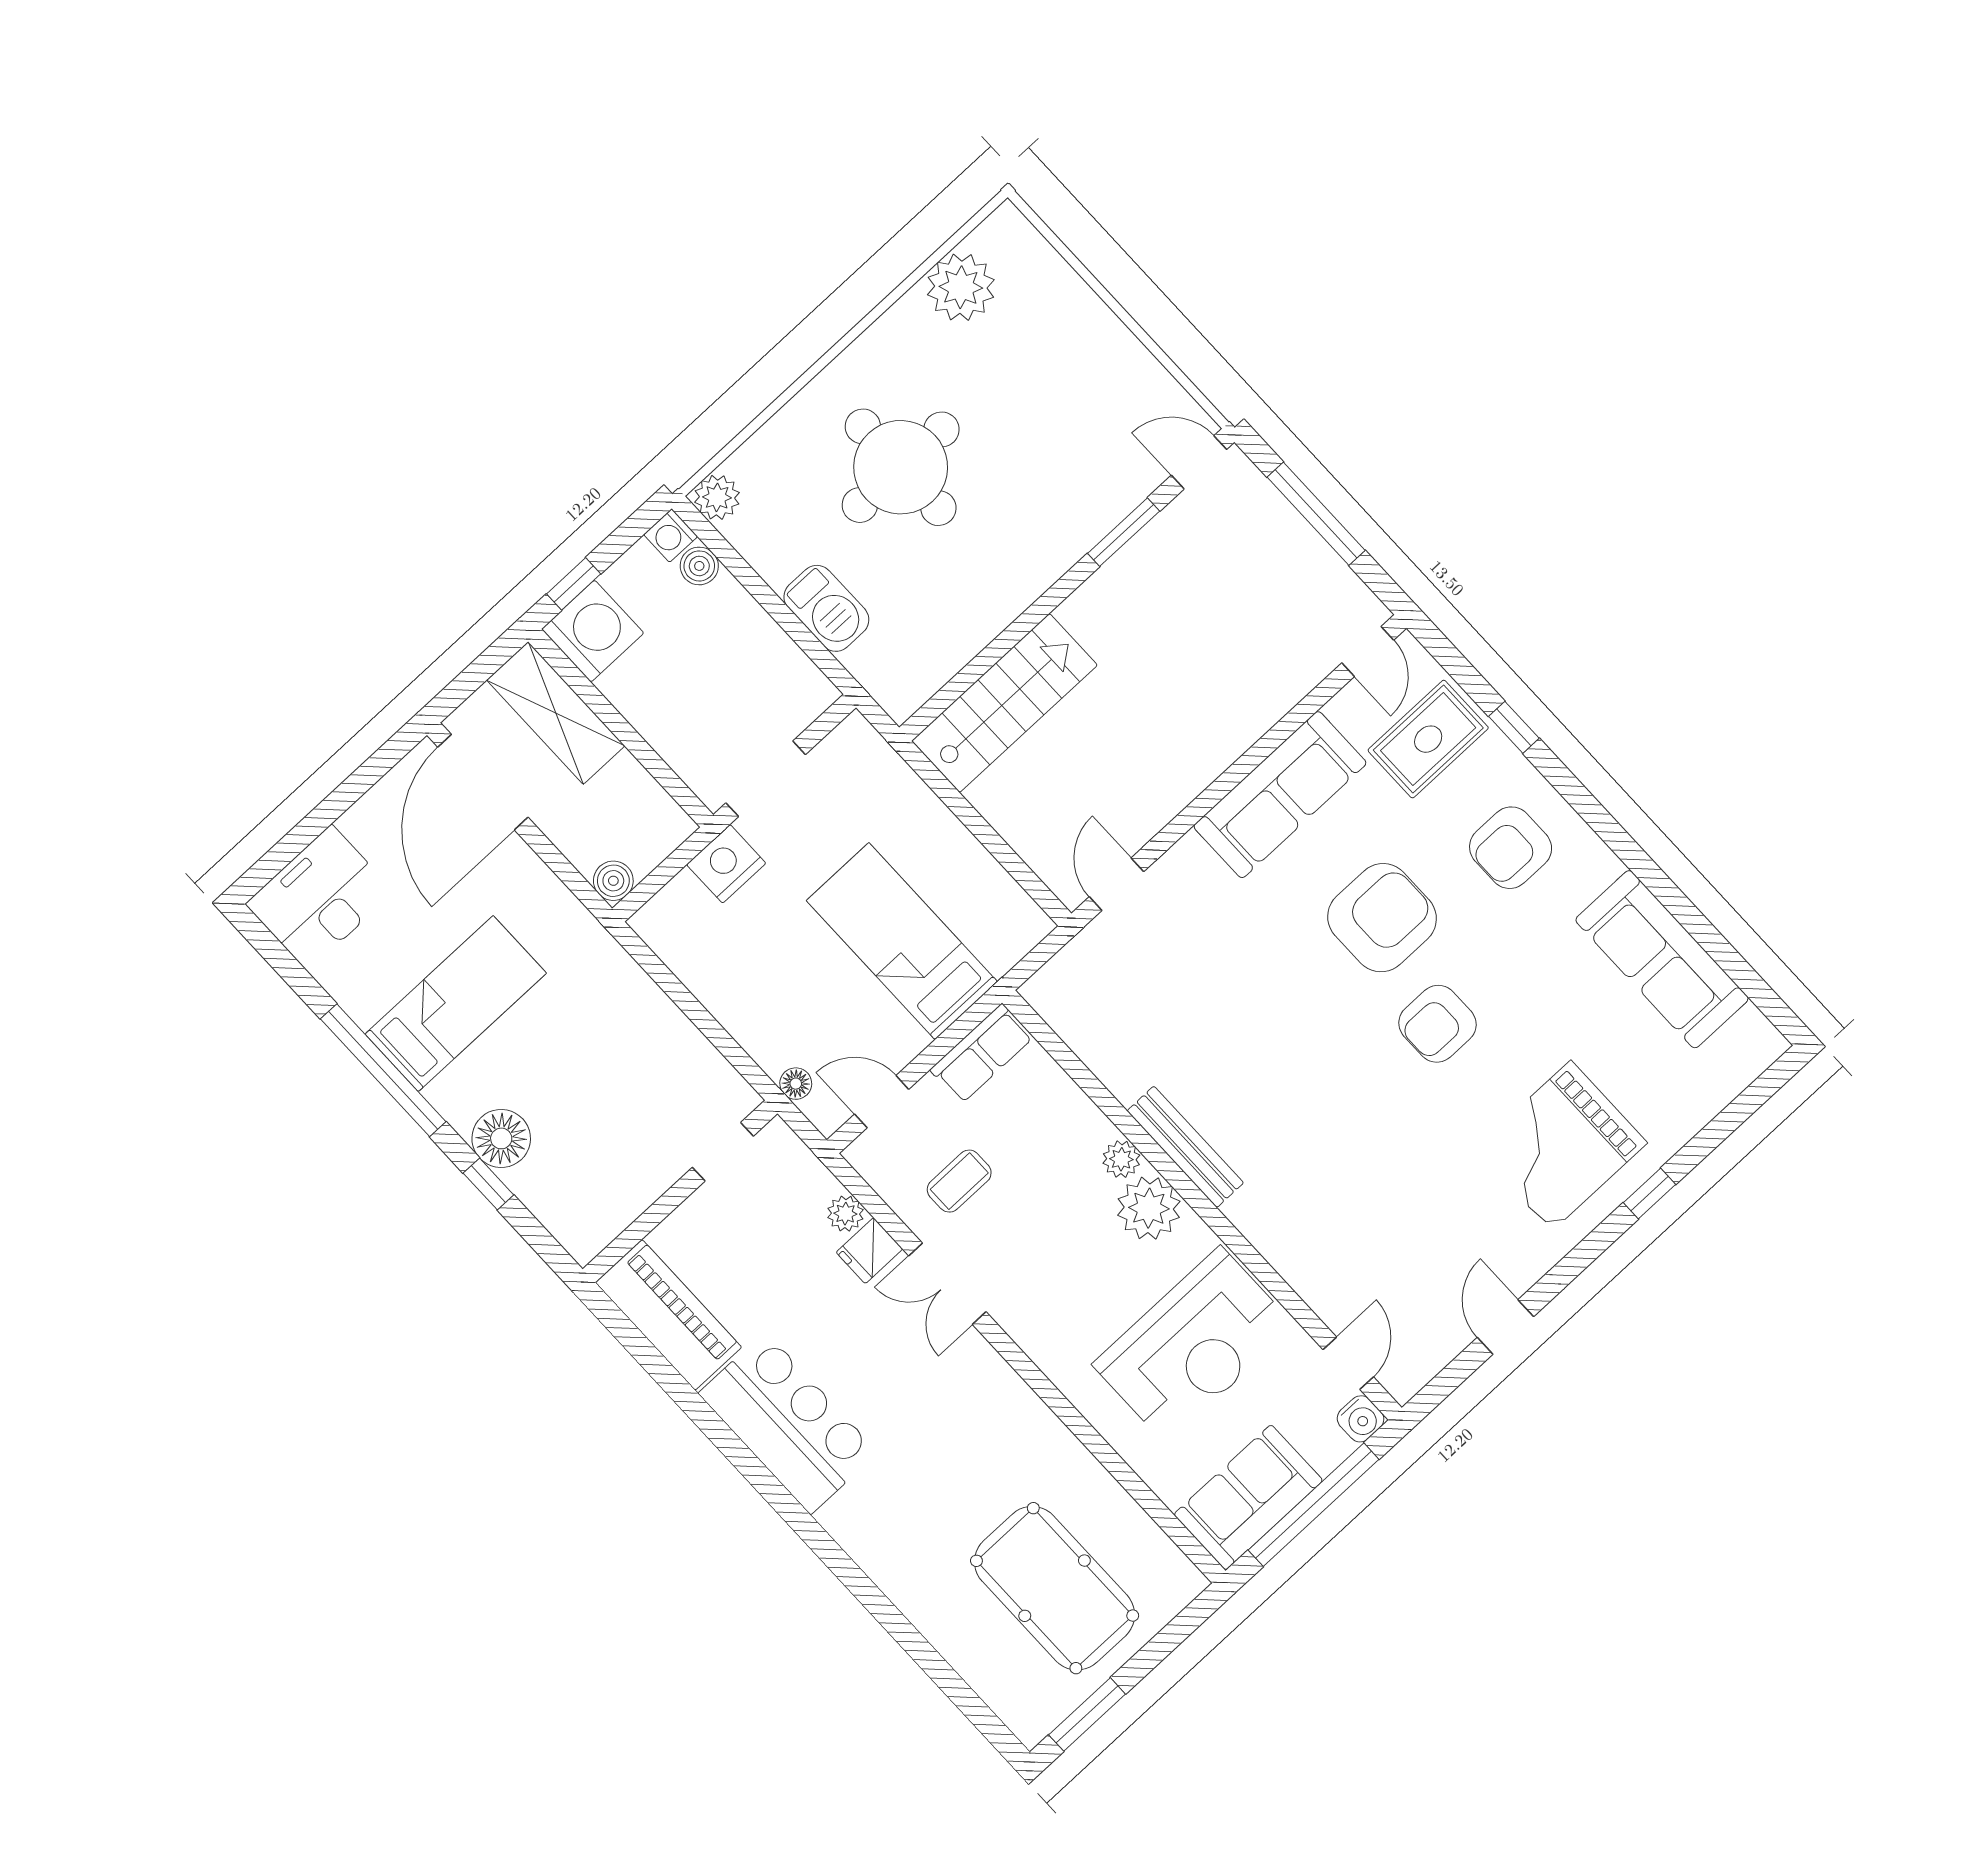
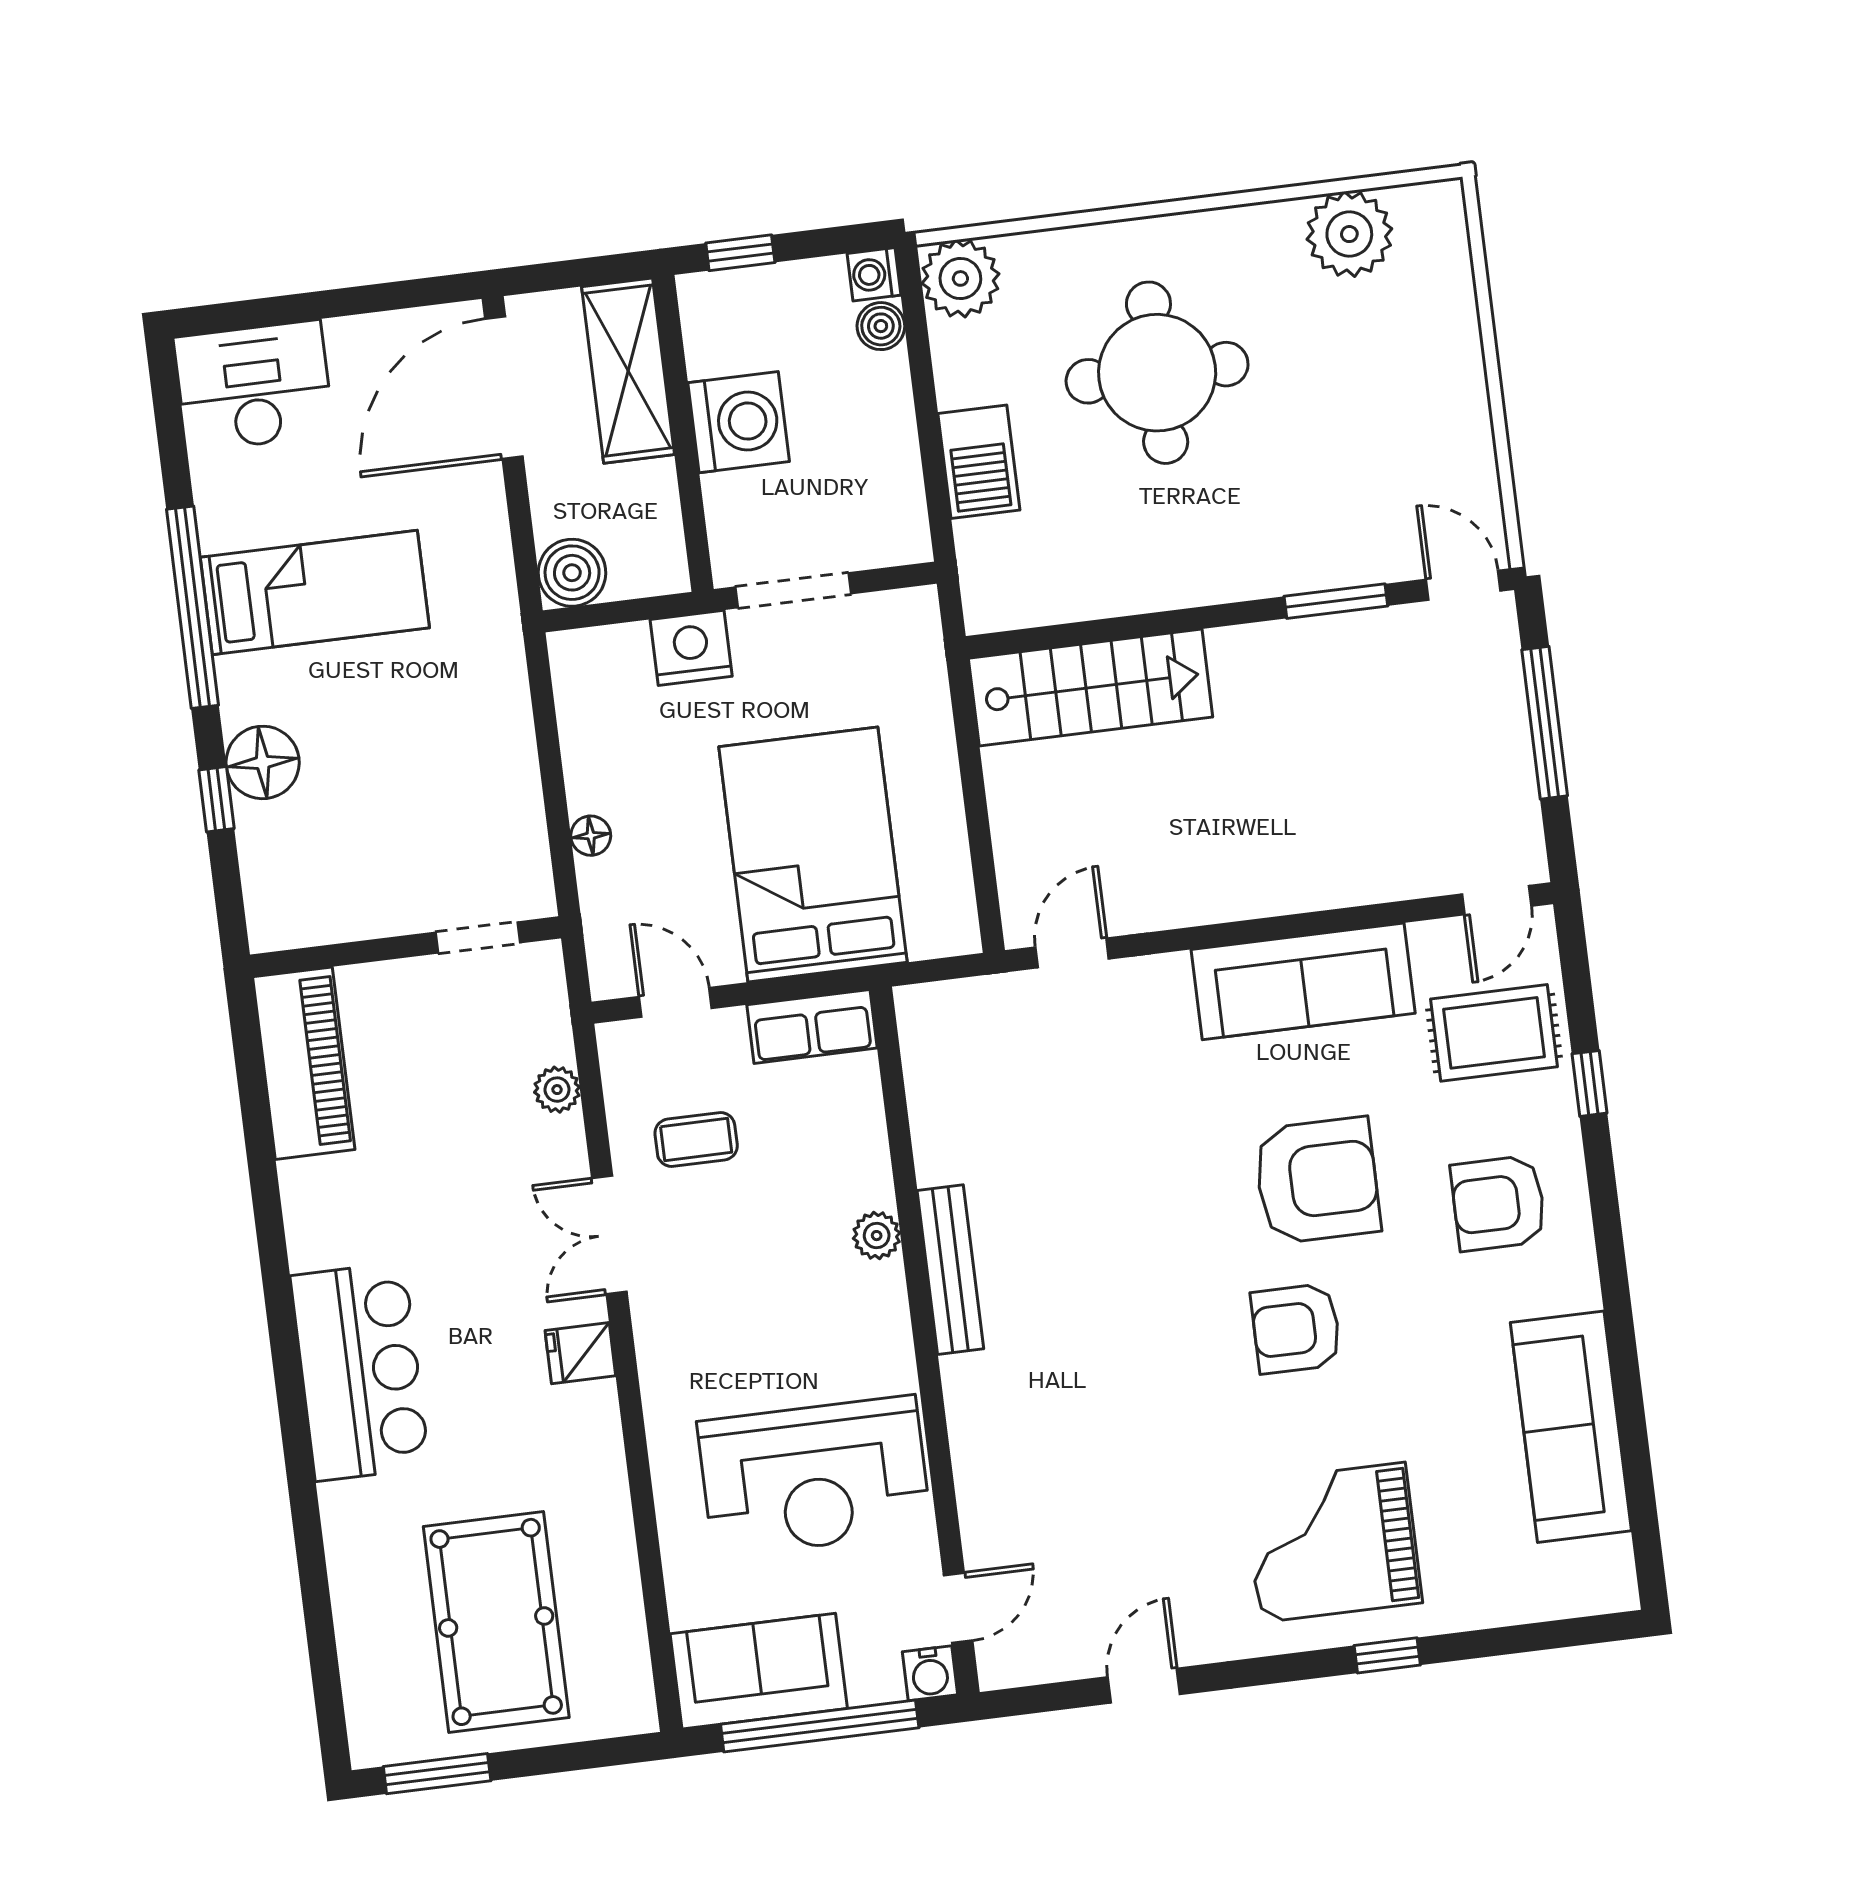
plant: (717, 497) -> (960, 278), width x1.36, depth x1.36
washing machine: (593, 631) -> (739, 422), moved
boiler: (613, 881) -> (572, 573), width x1.36, depth x1.36
bed: (902, 941) -> (813, 854), width x1.50
floor lamp: (796, 1084) -> (591, 836), moved
plant: (1149, 1208) -> (869, 1305), removed
fridge: (869, 1251) -> (580, 1353), moved
bar counter: (788, 1423) -> (360, 1372), moved

